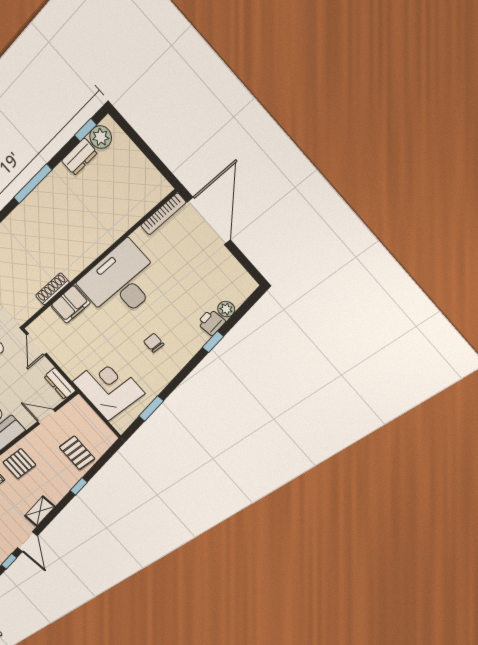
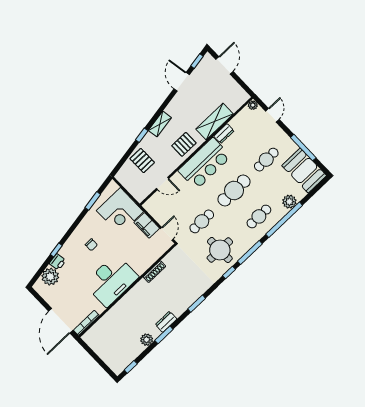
plant: (101, 137) -> (147, 340), moved
dresser: (79, 157) -> (166, 322), moved
window: (33, 184) -> (164, 335), width x0.69
filing cabinet: (70, 304) -> (147, 225), moved, turned -90
plant: (226, 309) -> (50, 277), width x1.87, depth x1.87
dresser: (60, 384) -> (152, 209), removed
shelving: (40, 511) -> (160, 124), moved

